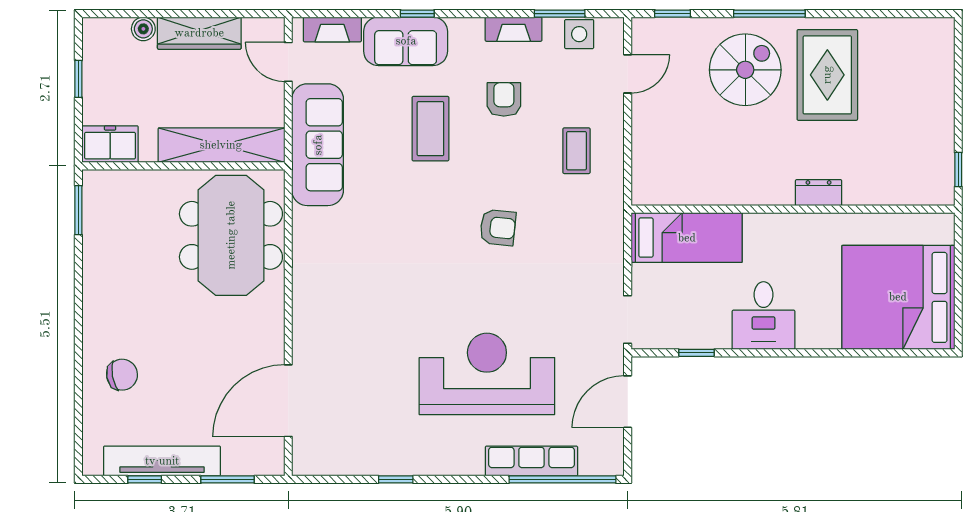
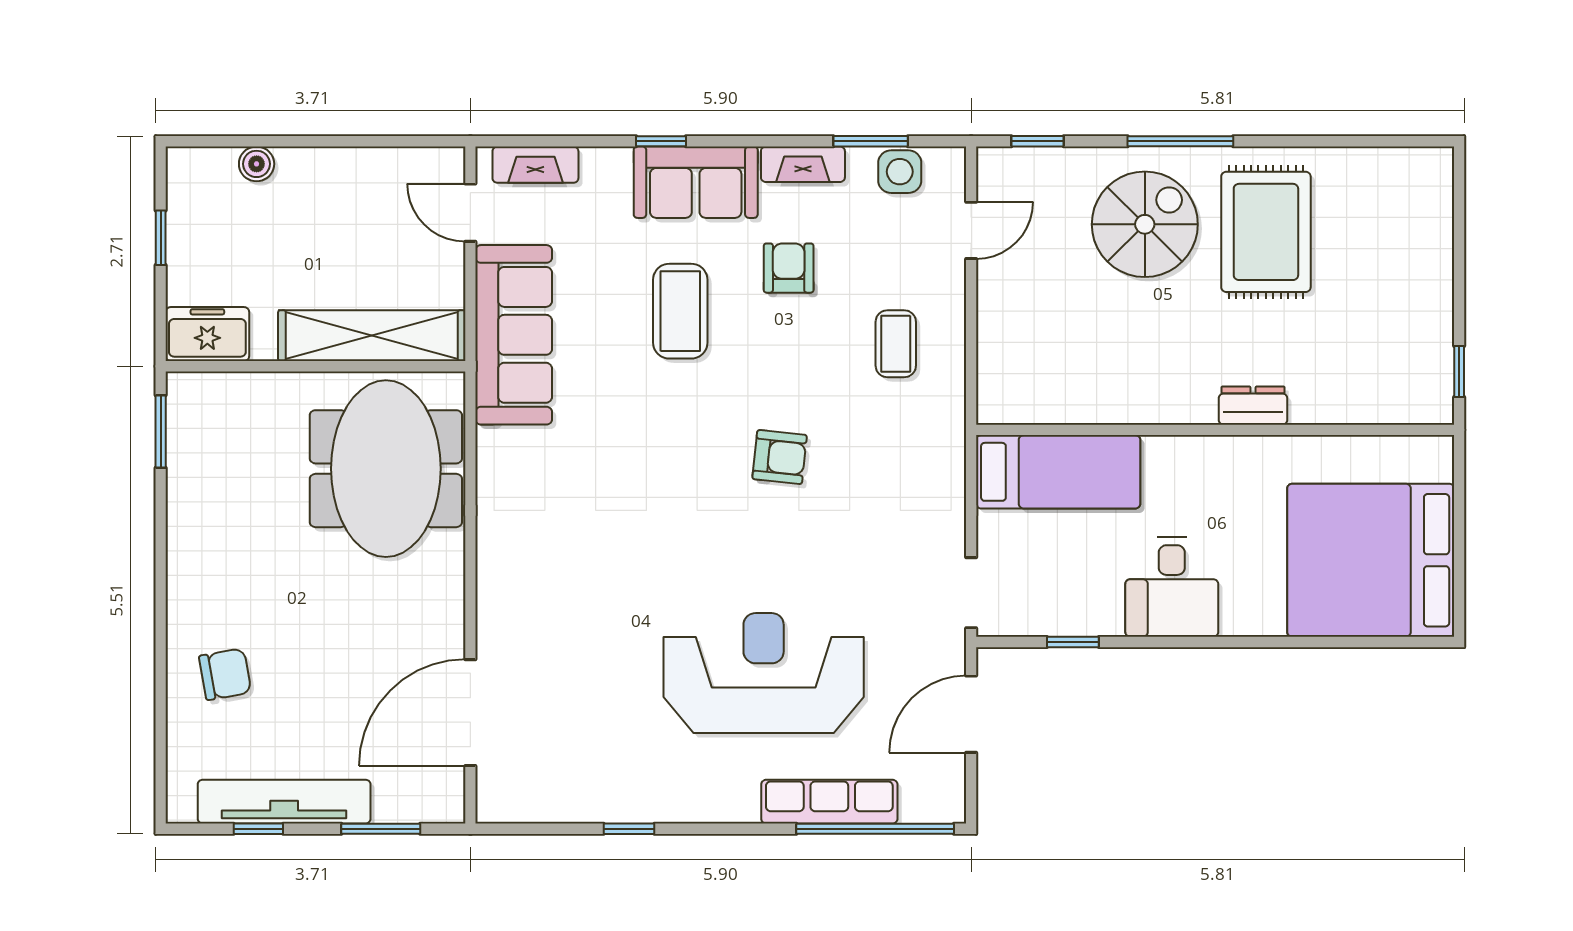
wardrobe: (199, 33) -> (339, 170), removed
sofa: (406, 41) -> (696, 182), moved

